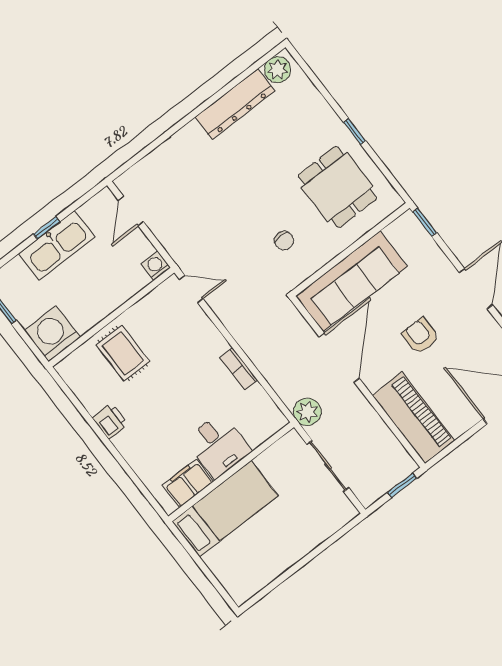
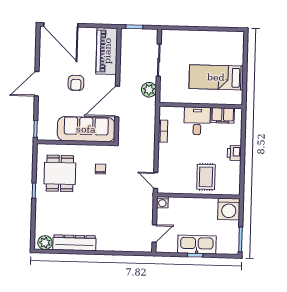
desk: (218, 445) -> (197, 121), moved
wall: (231, 472) -> (201, 106), moved
filing cabinet: (188, 483) -> (223, 115), moved

